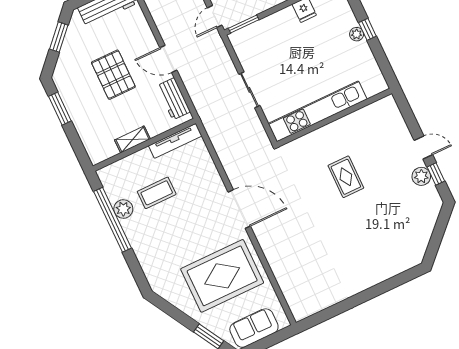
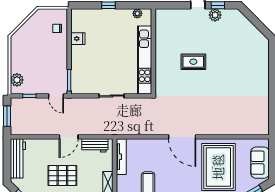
plant: (357, 34) -> (137, 13), moved
door: (239, 209) -> (182, 137), swing flipped

